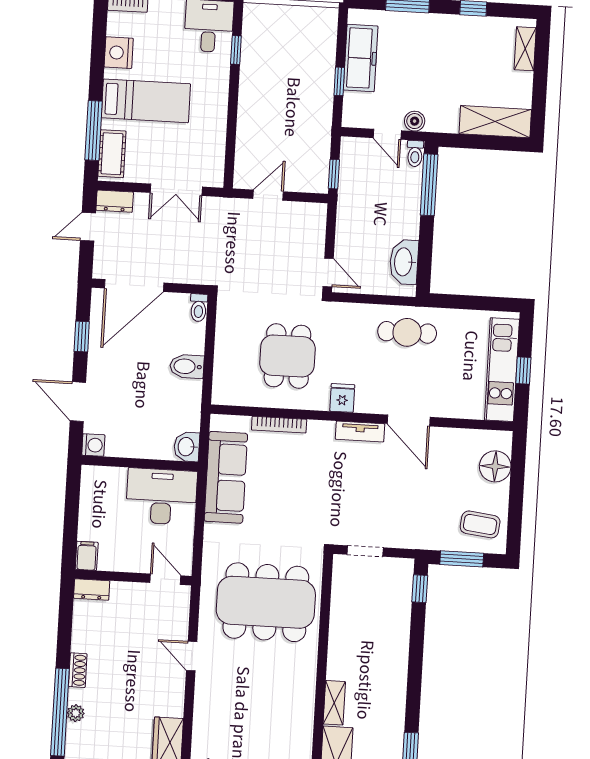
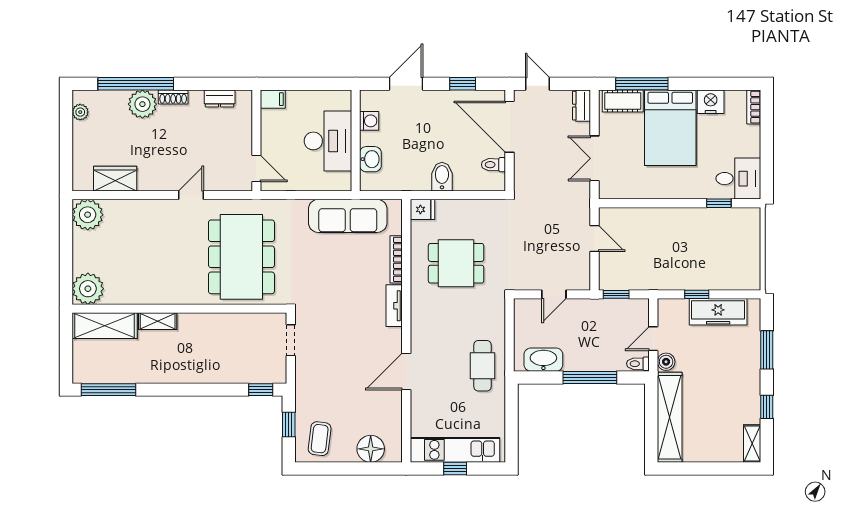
shelving: (525, 49) -> (752, 444), moved, turned 90
bed: (146, 101) -> (670, 128), width x1.50
shelving: (495, 122) -> (670, 417), width x1.47
window: (429, 185) -> (590, 377), moved
door: (88, 227) -> (538, 84), moved
door: (328, 272) -> (554, 294), moved
toilet: (199, 308) -> (493, 165), moved
fridge: (342, 398) -> (422, 209), moved
tv unit: (360, 432) -> (394, 306), moved
washing machine: (93, 445) -> (369, 121), moved, turned -90
washbasin: (187, 447) -> (370, 159), moved, turned 90
desk: (162, 496) -> (328, 141), moved
window: (462, 559) -> (289, 424), width x0.67
door: (165, 579) -> (256, 168), hinge flipped
dresser: (92, 590) -> (220, 98), moved, turned -90
plant: (76, 713) -> (142, 104), width x1.88, depth x1.88

